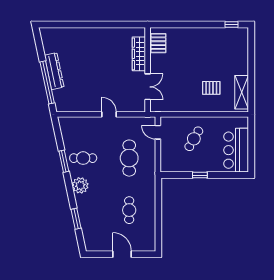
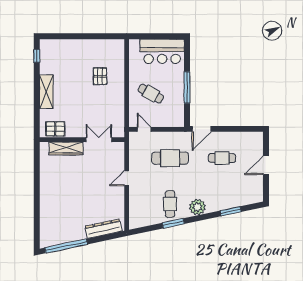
dresser: (54, 71) -> (104, 229), moved
window: (47, 82) -> (66, 246), moved
shelving: (242, 92) -> (46, 92), moved, turned 90
door: (158, 132) -> (144, 129), swing flipped
window: (200, 175) -> (187, 87), width x2.17
door: (158, 189) -> (201, 129), added

